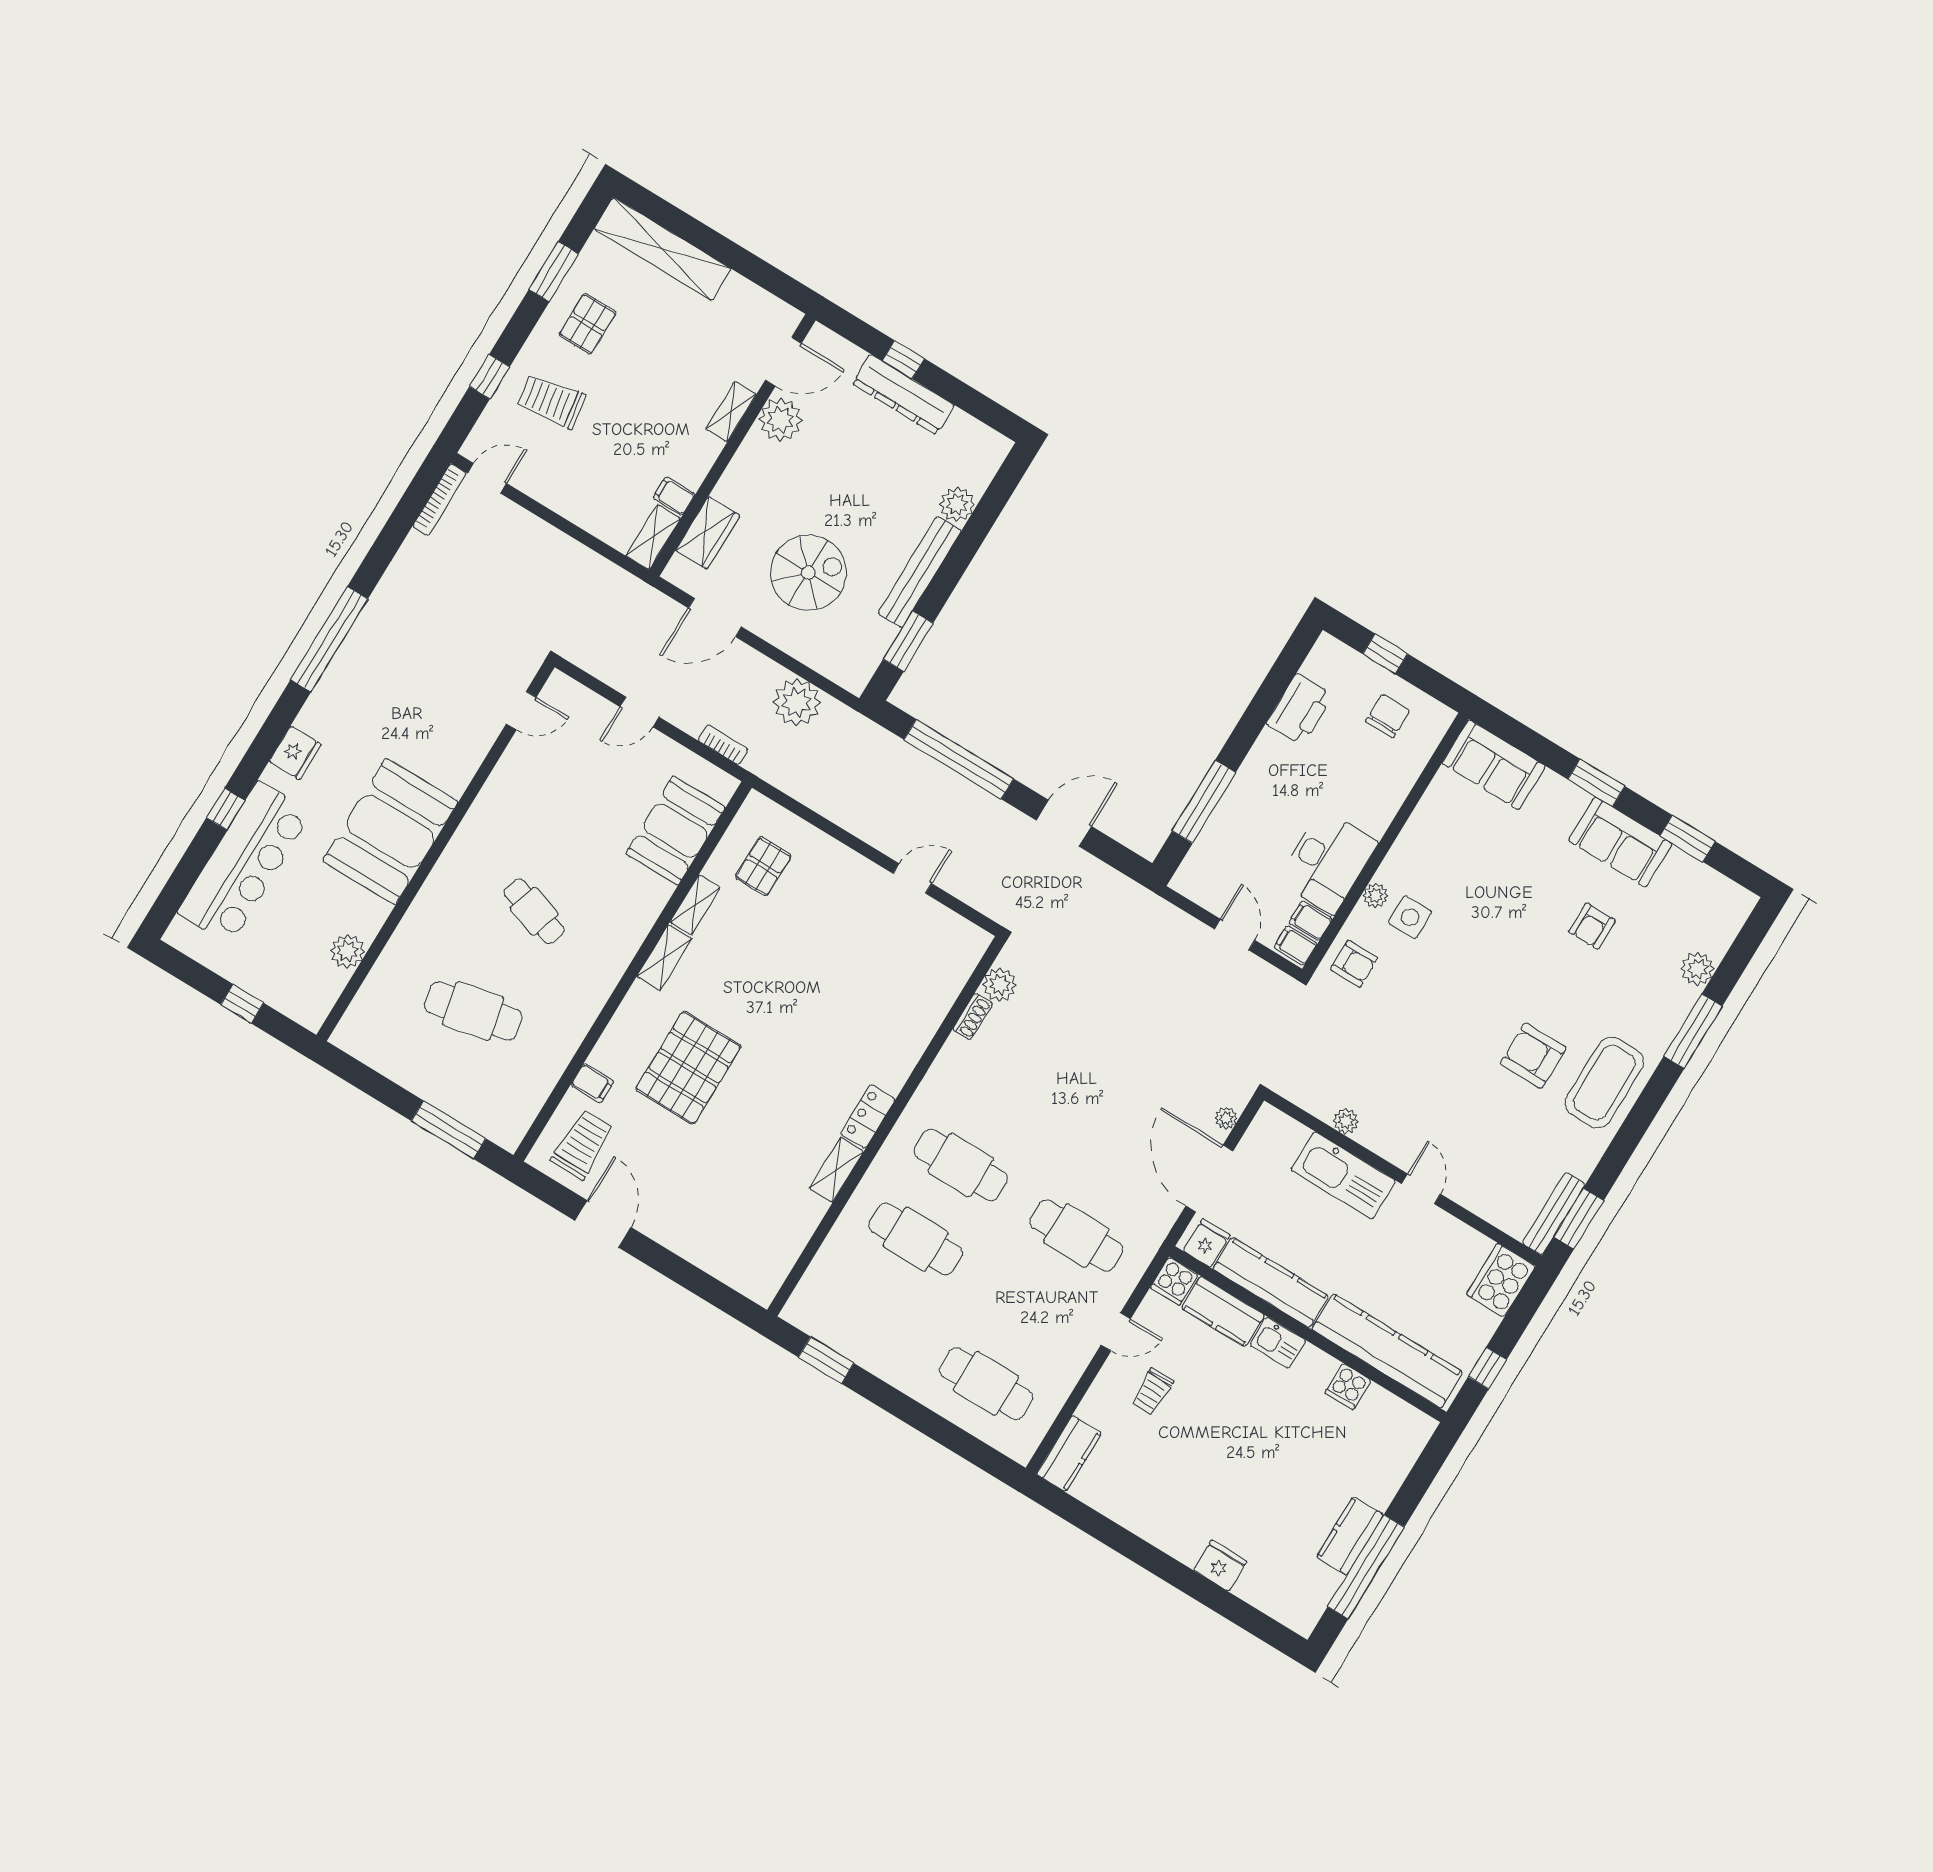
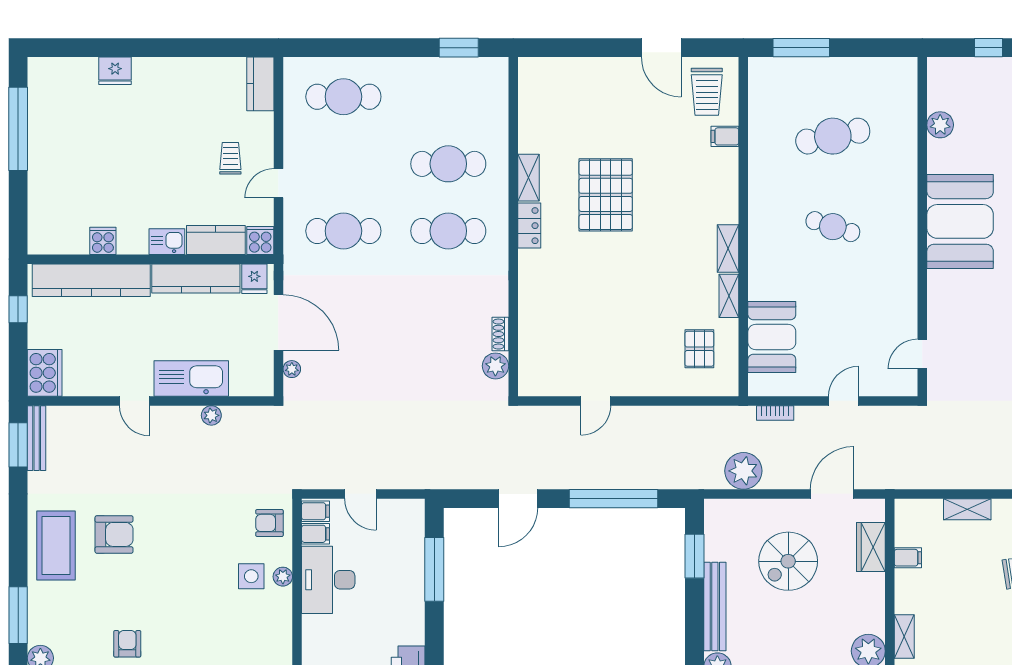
shelving: (653, 537) -> (967, 509), moved, turned 90
pallet: (688, 1068) -> (606, 195), moved
kitchen counter: (1350, 1536) -> (41, 143), removed

